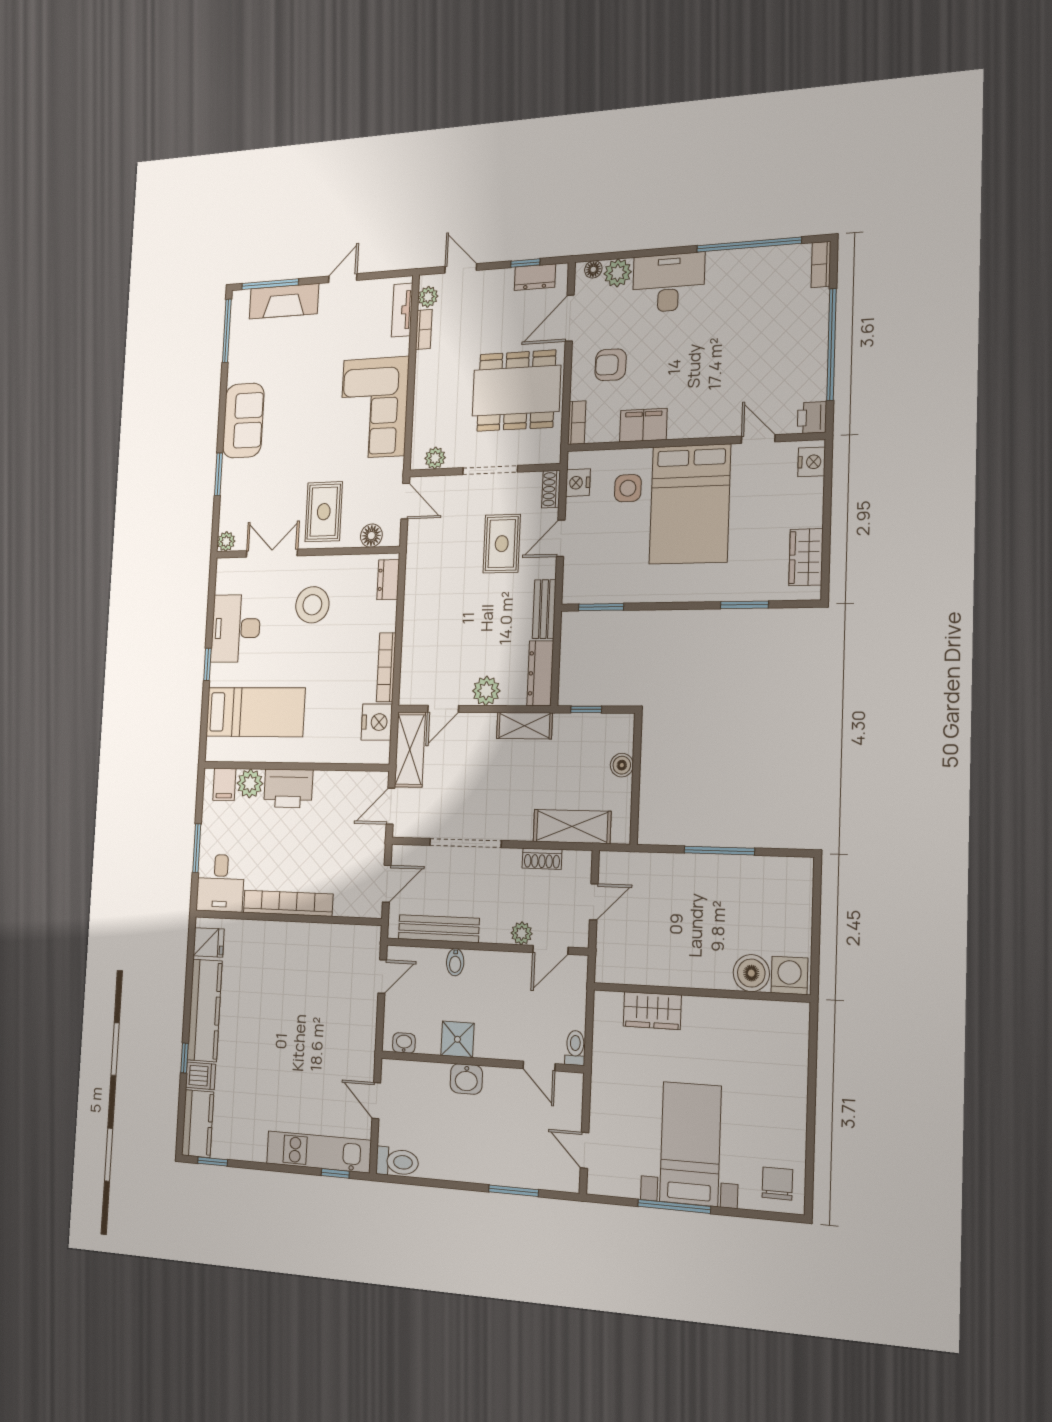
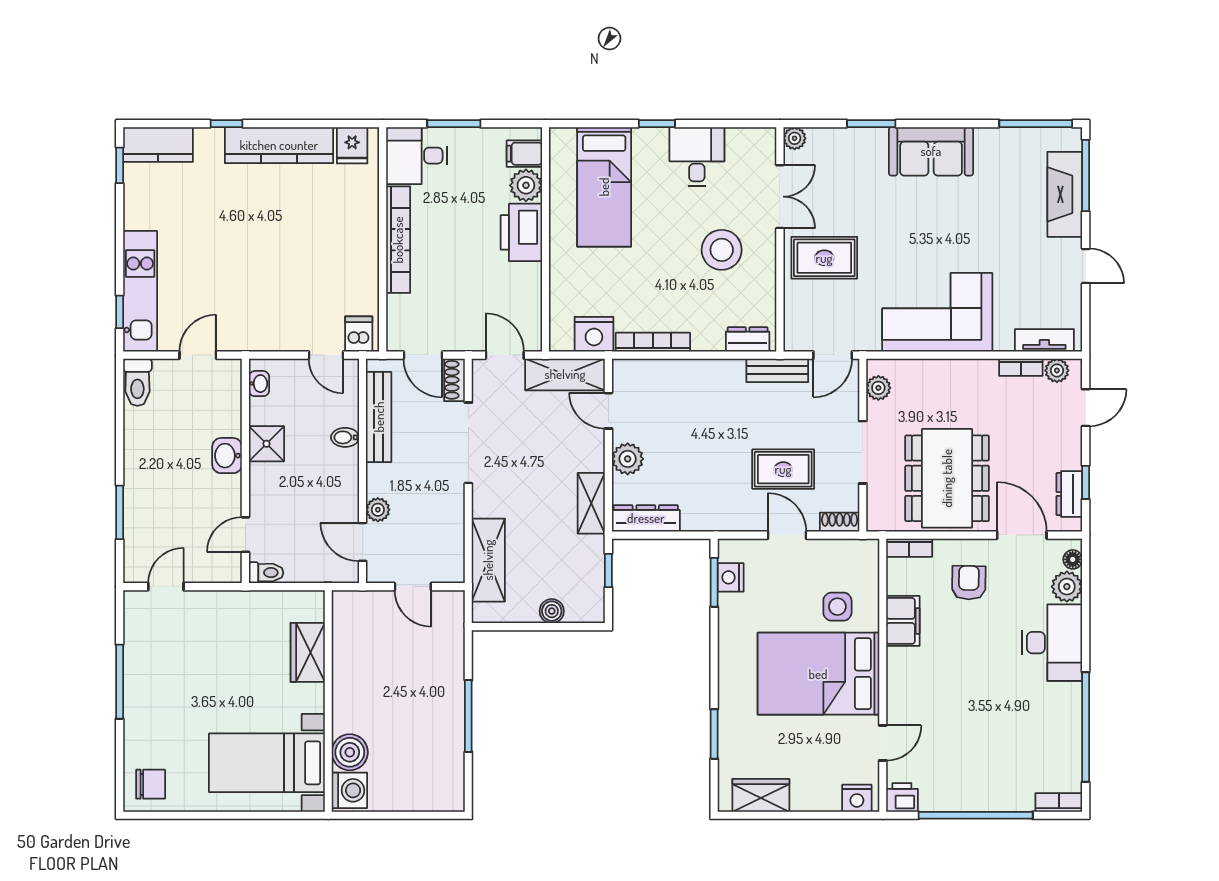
nightstand: (578, 483) -> (731, 577), moved, turned -90
floor lamp: (371, 536) -> (796, 317), removed
bench: (544, 609) -> (777, 370), moved
desk: (236, 628) -> (697, 157), width x0.73
shoe rack: (542, 859) -> (455, 380), moved
dishwasher: (201, 1076) -> (359, 334), moved, turned 180
bed with nightstands: (690, 1144) -> (267, 763), moved, turned 180

